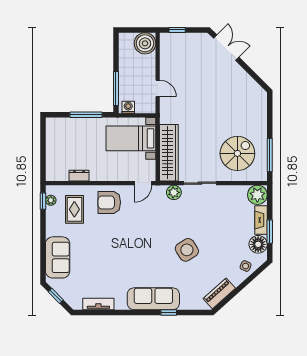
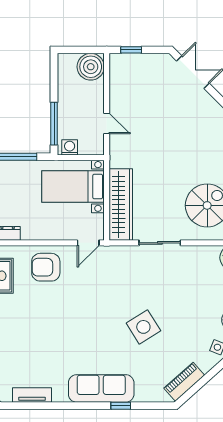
plant: (174, 192) -> (127, 255), removed

